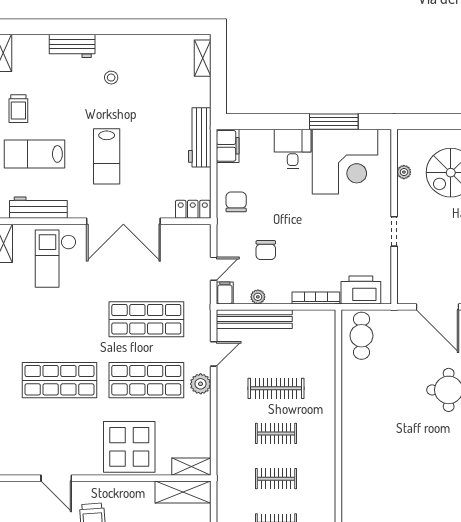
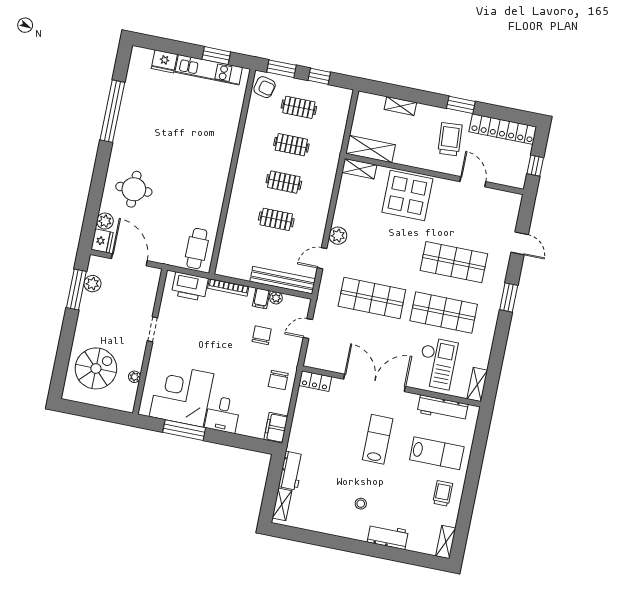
workbench: (200, 137) -> (291, 471), moved, width x0.73
filing cabinet: (225, 293) -> (261, 298), moved
shop shelf: (146, 380) -> (444, 313), moved
clothes rail: (276, 388) -> (276, 219), width x0.73

